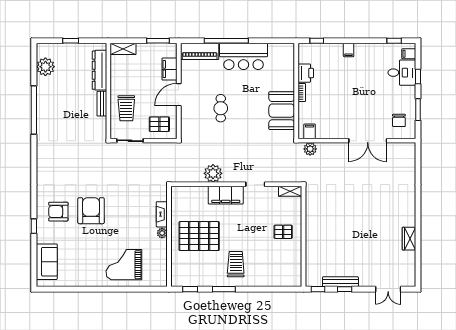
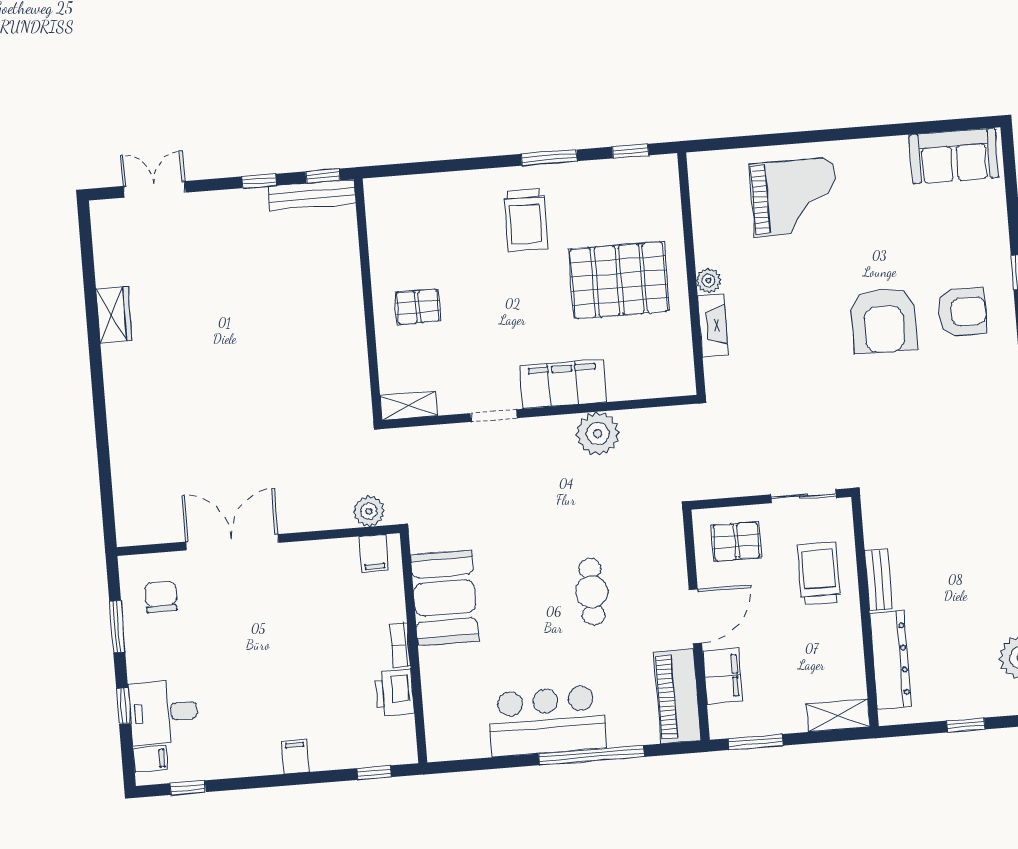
piano: (200, 51) -> (677, 696), moved, turned -90
sofa: (47, 262) -> (954, 156), moved, turned -90
bench: (340, 282) -> (312, 195), moved

